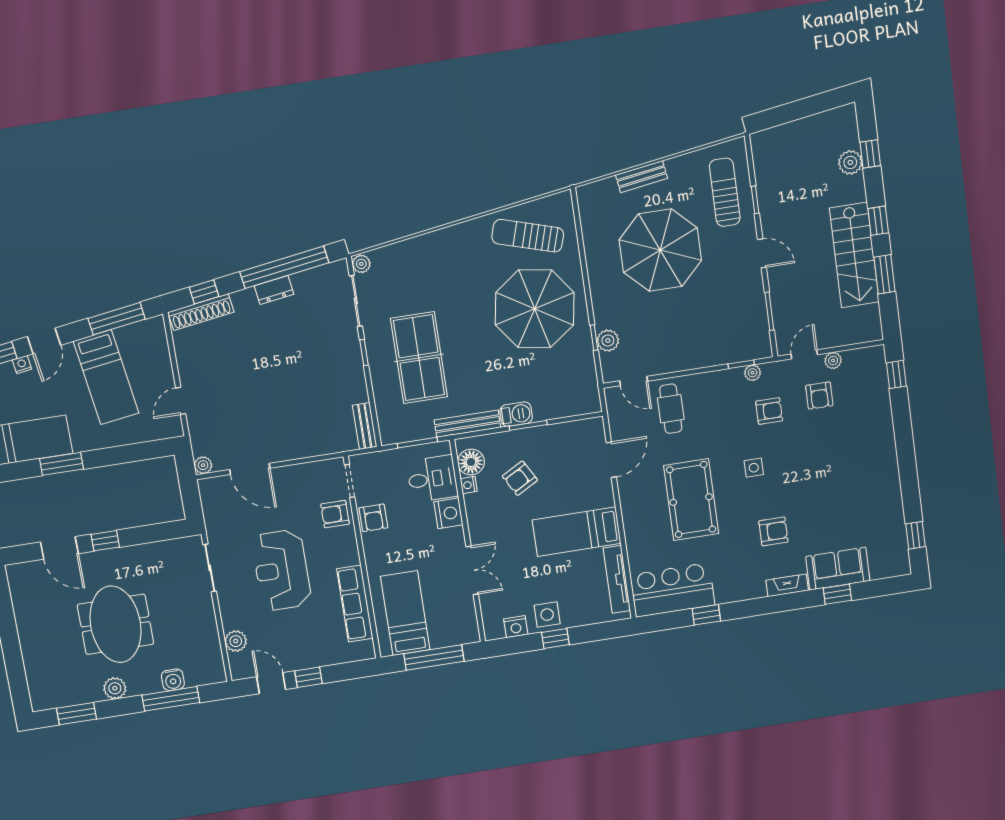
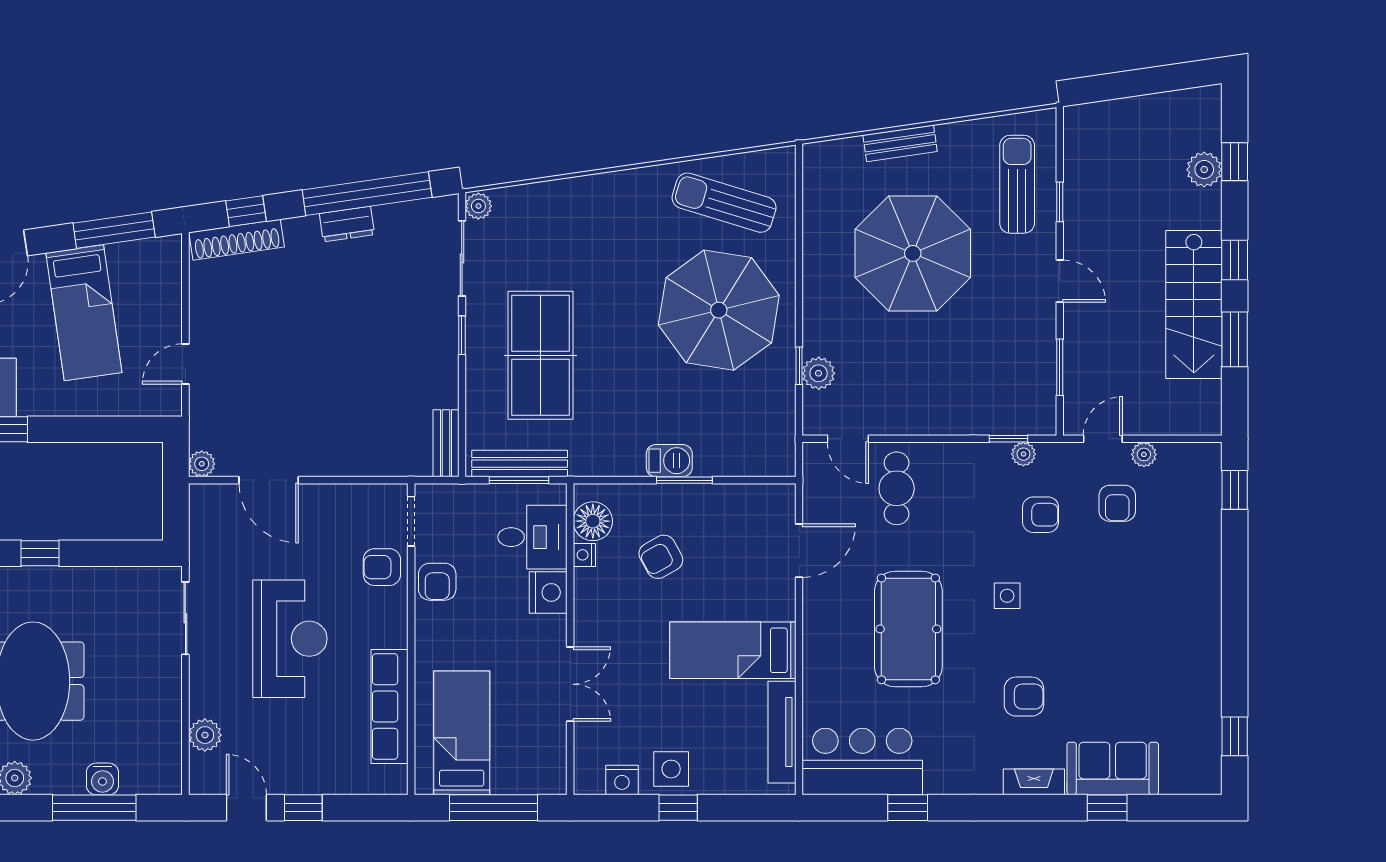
bench: (467, 424) -> (520, 464), moved
reception desk: (282, 570) -> (290, 639), turned 180

